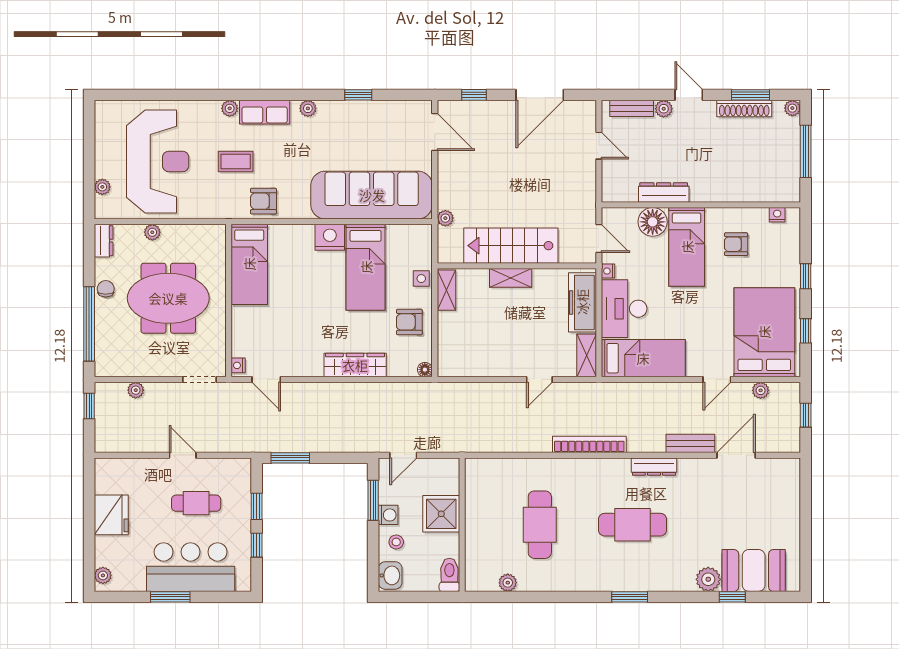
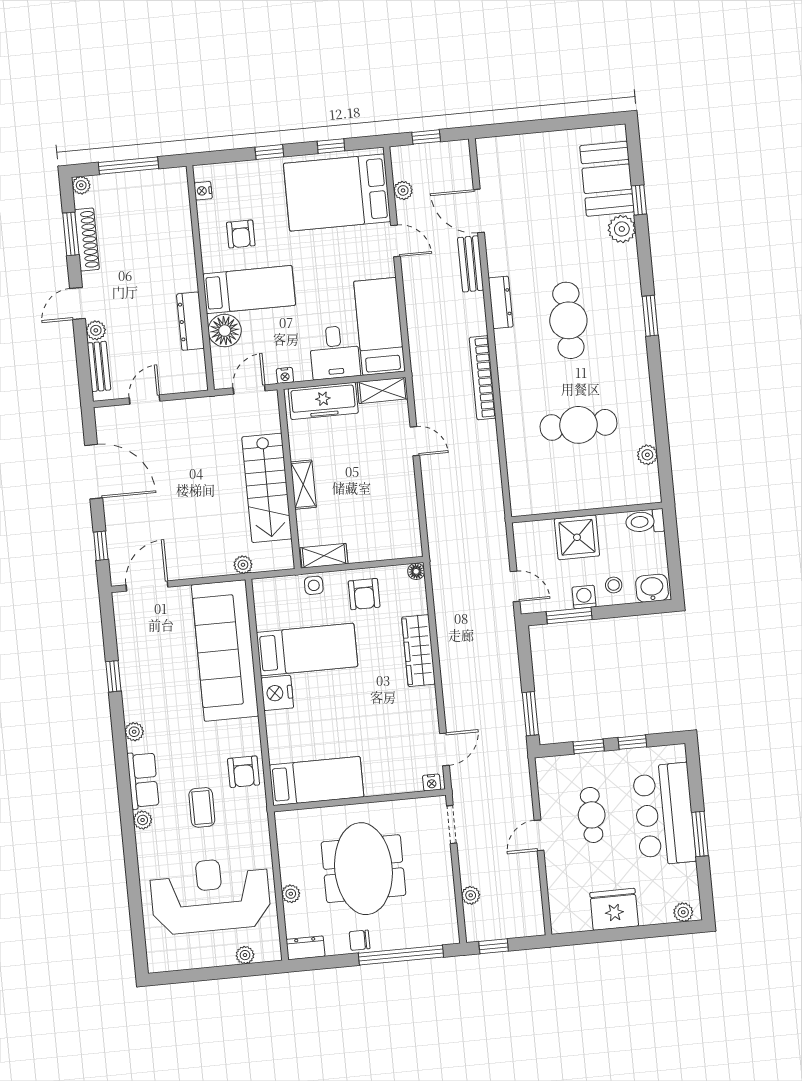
desk: (624, 309) -> (335, 352), width x0.73

